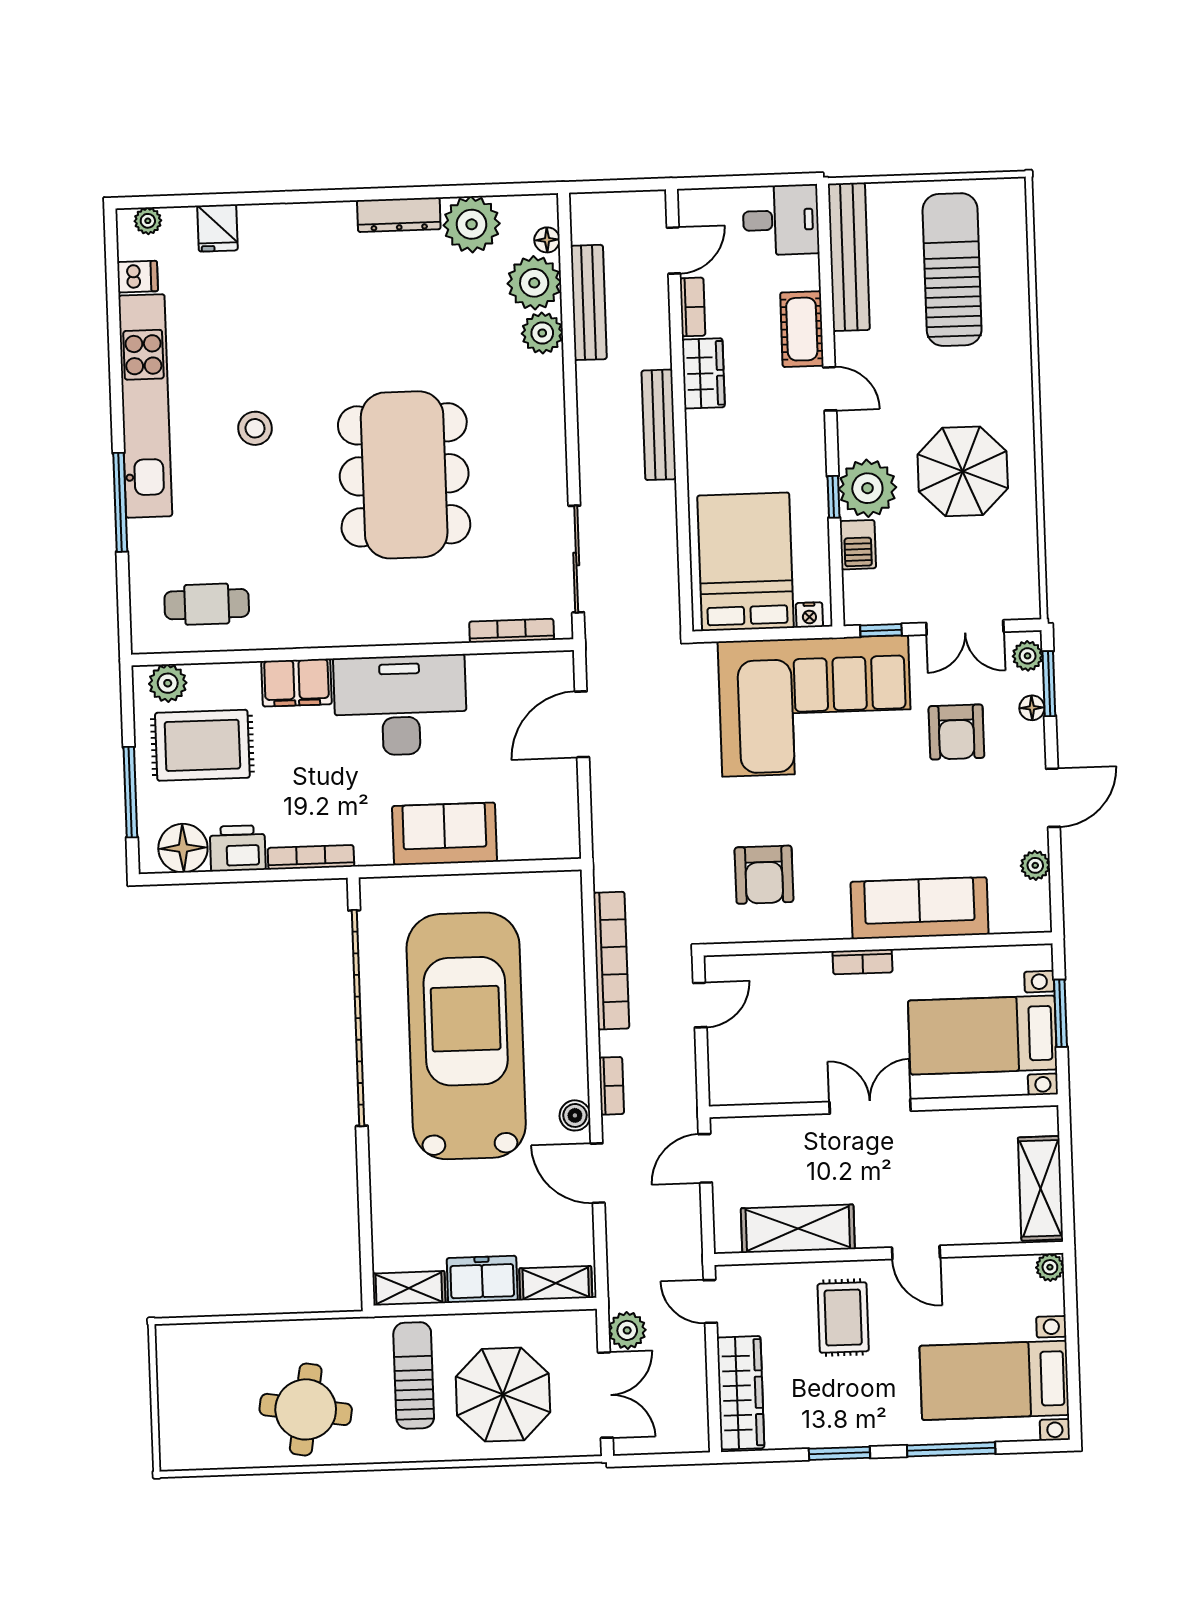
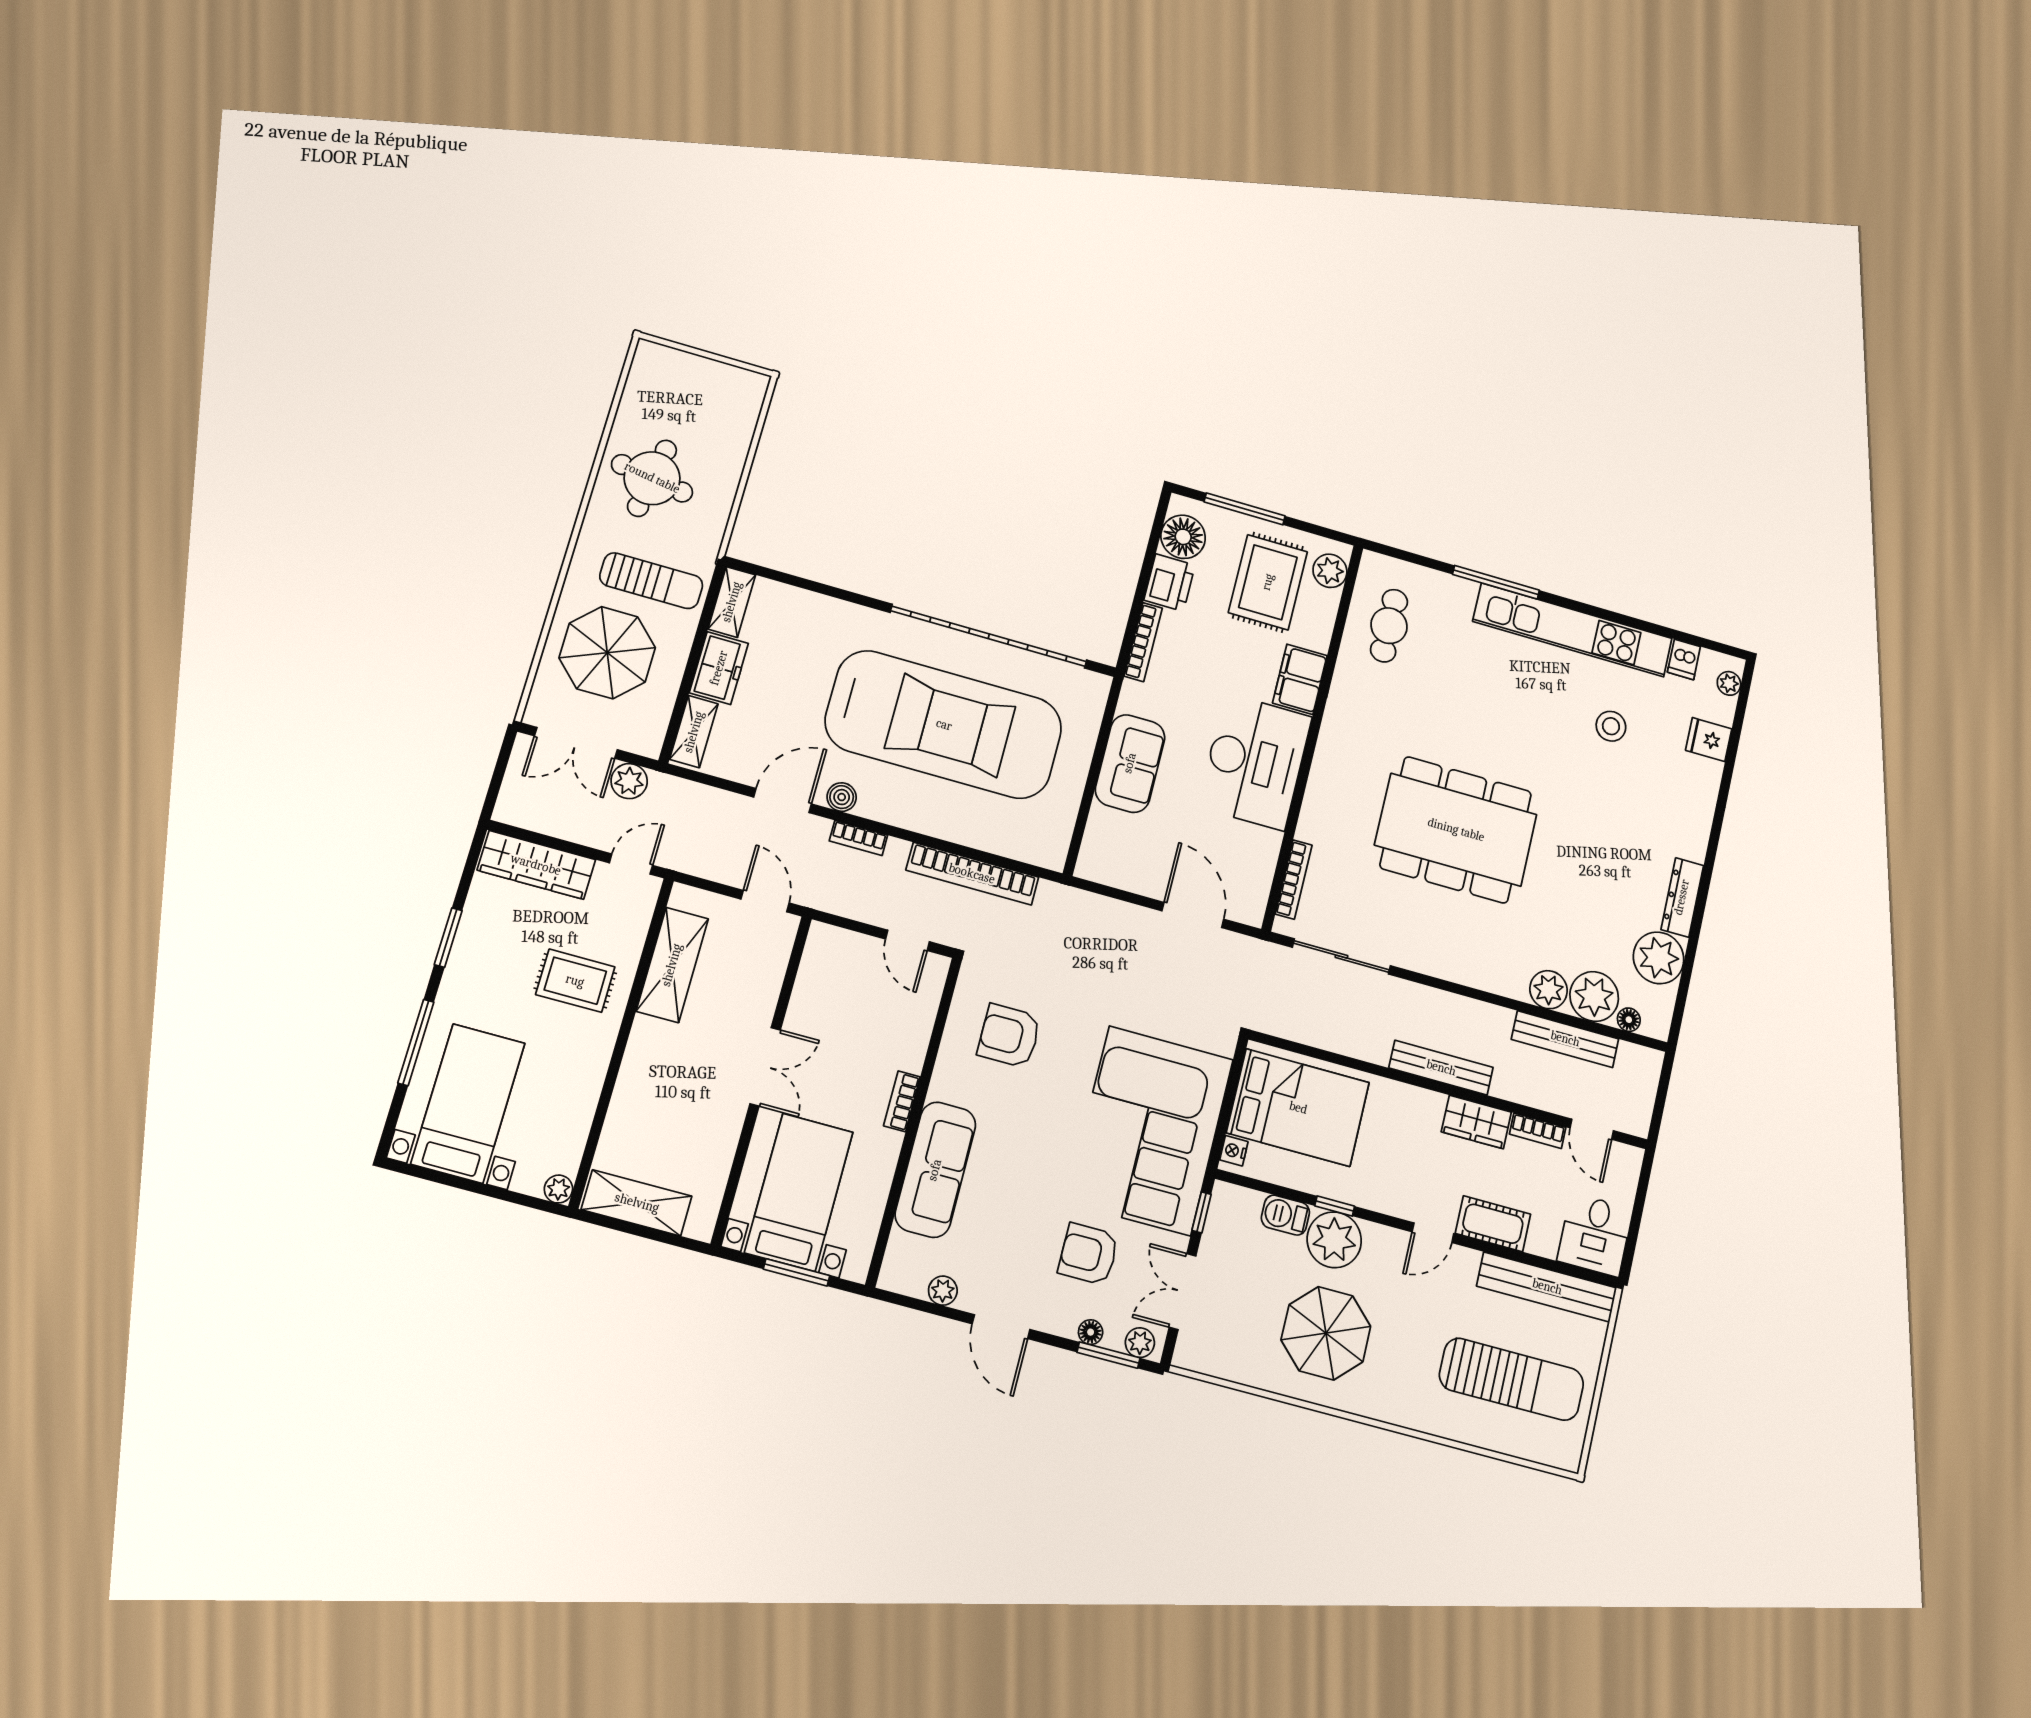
stool: (255, 428) -> (1611, 726), moved
door: (916, 1252) -> (614, 1067), removed

